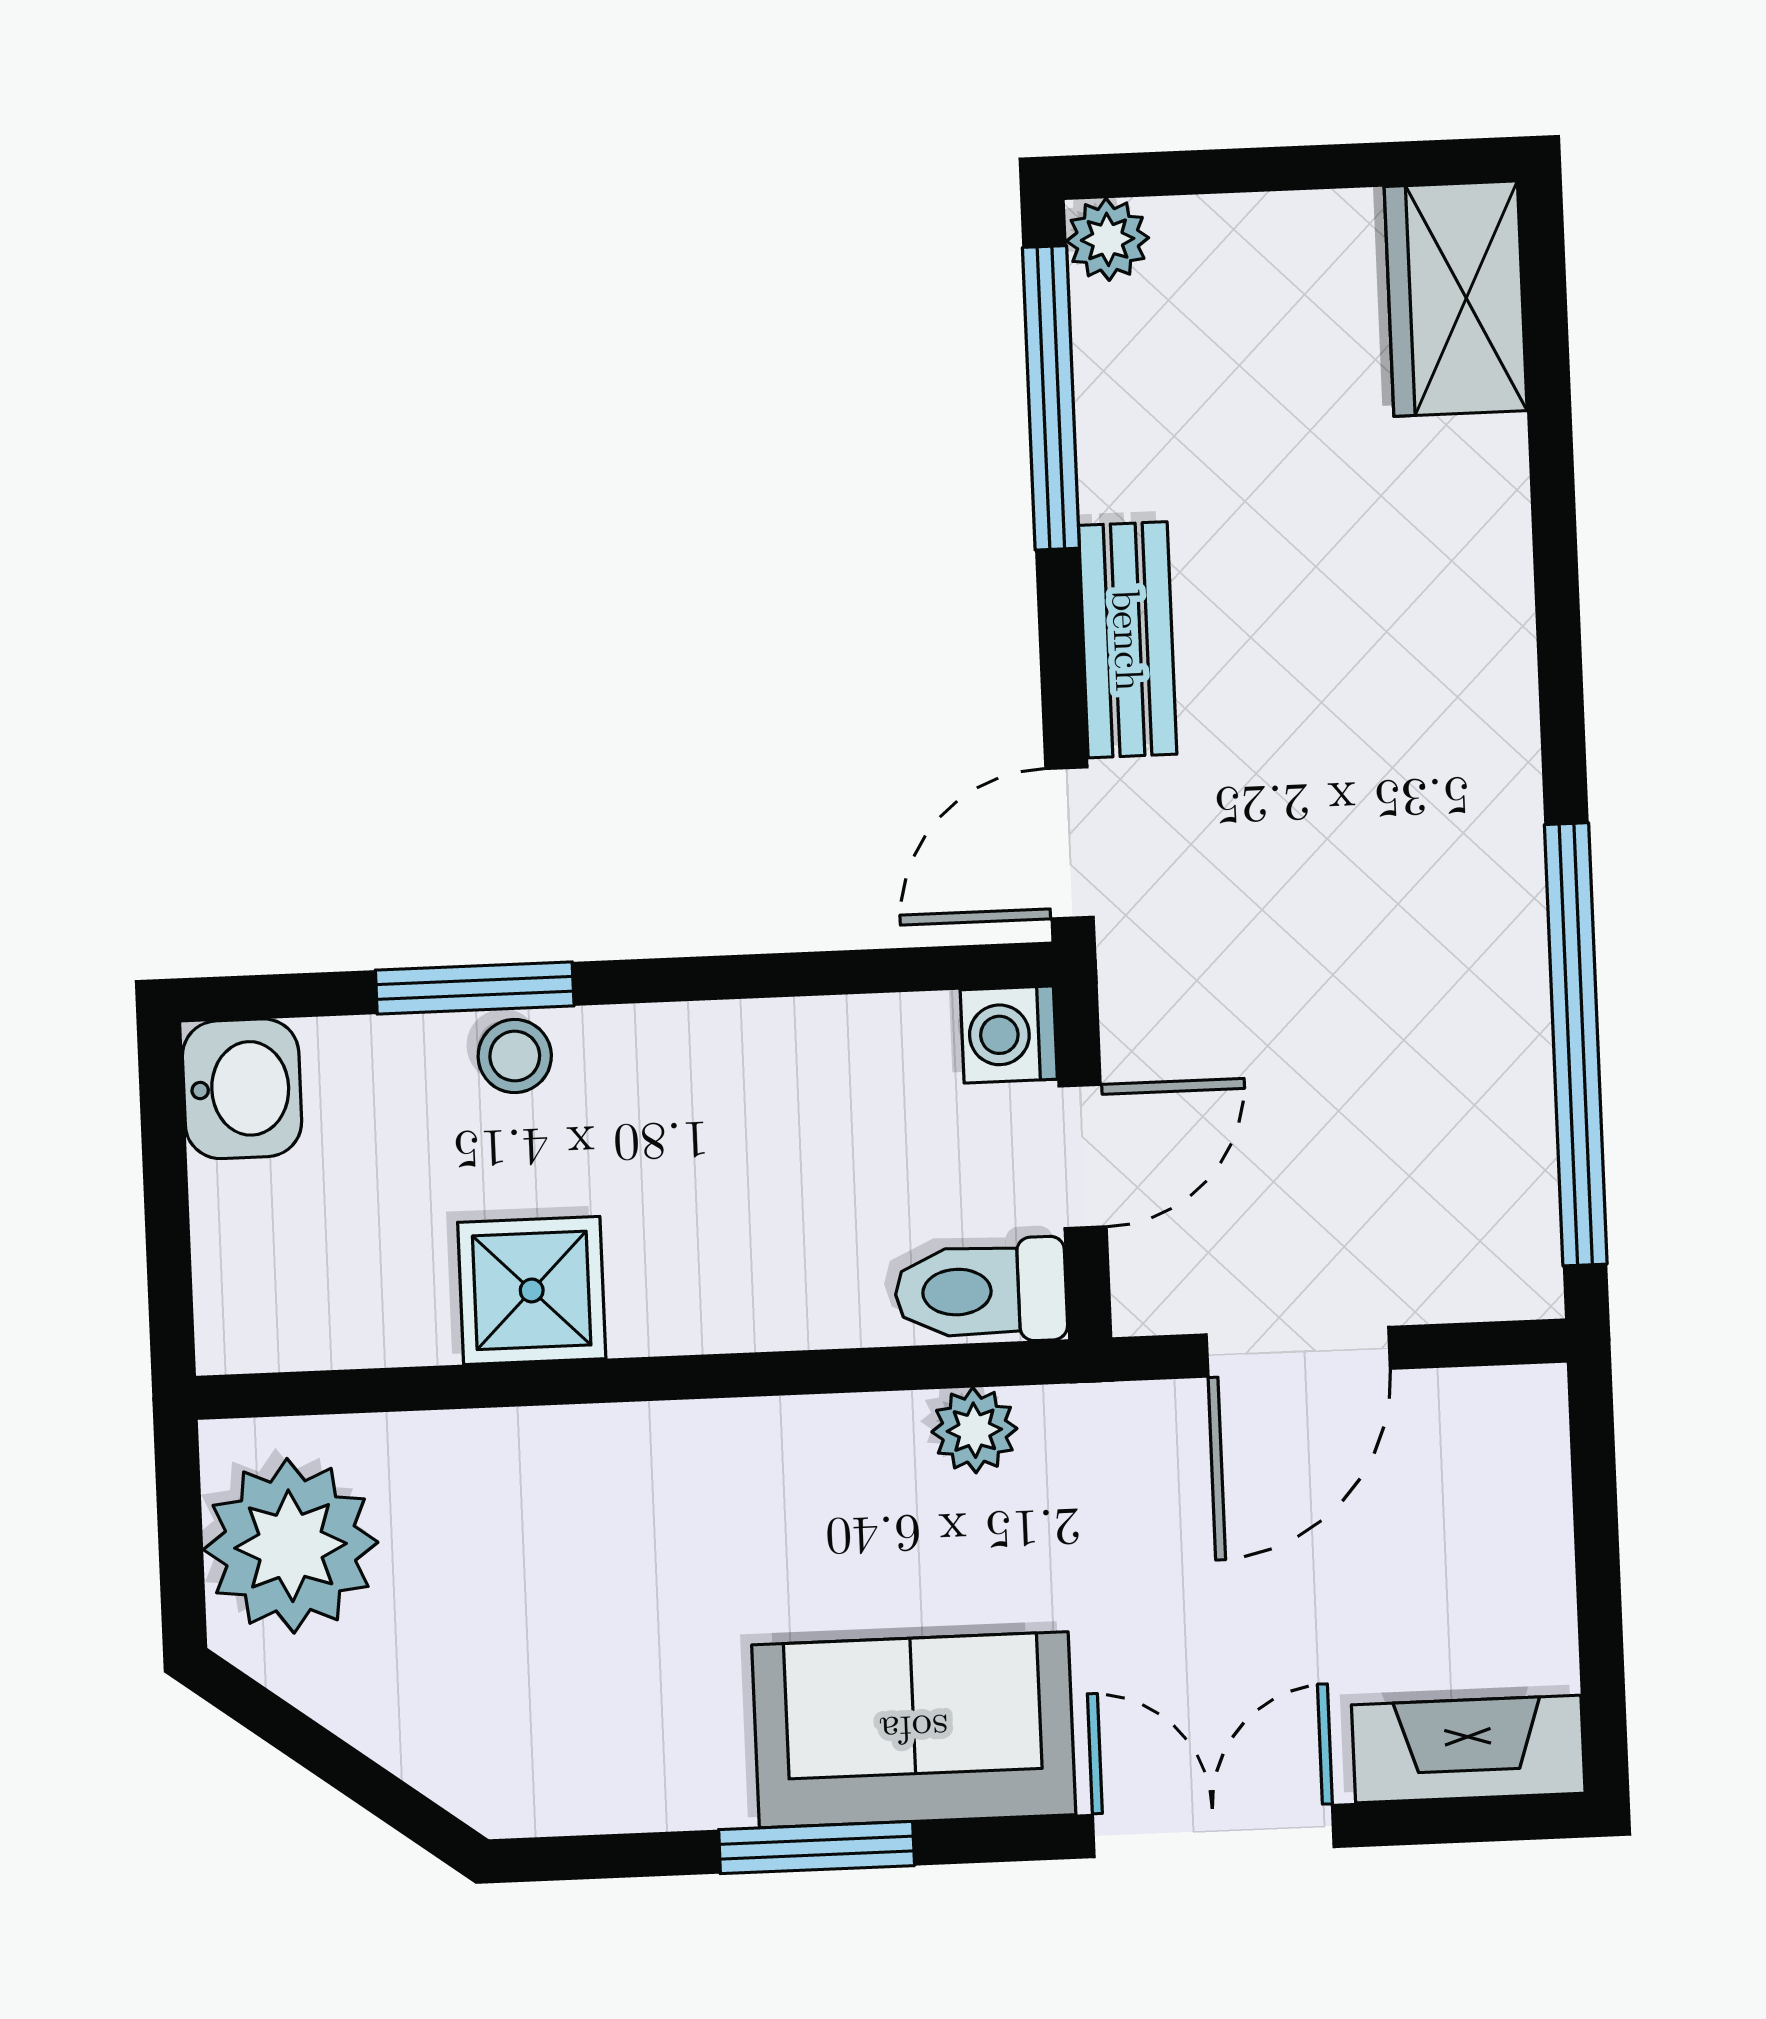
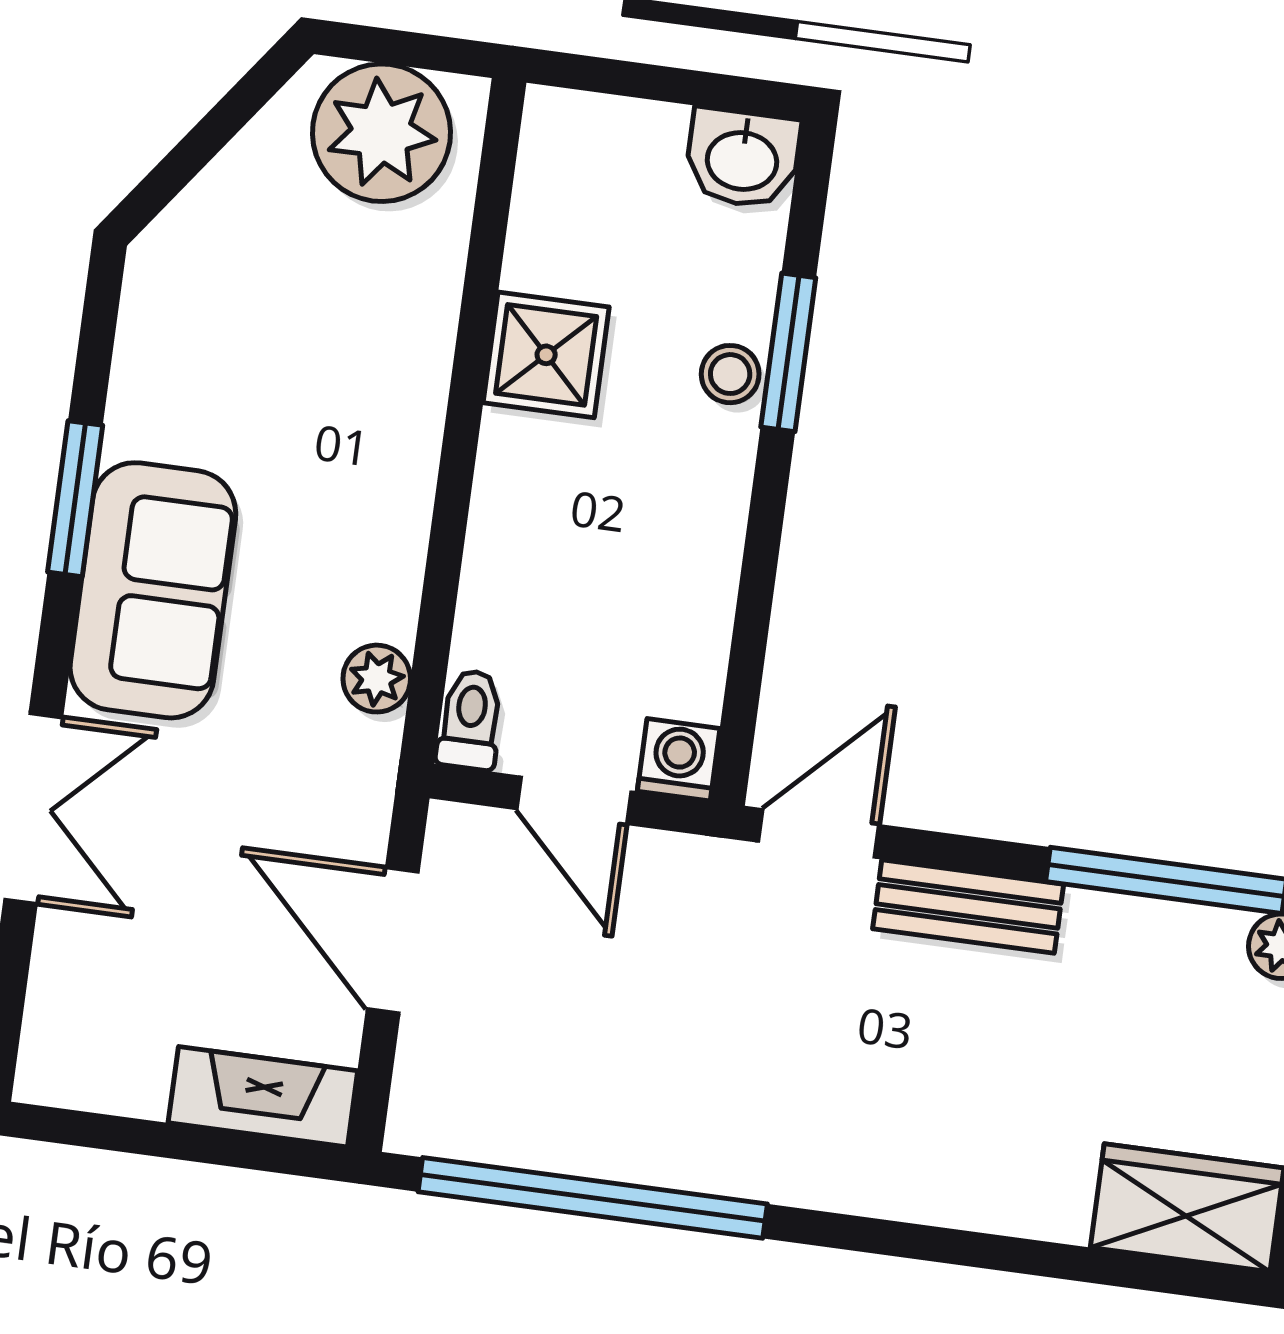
door: (1069, 843) -> (819, 833), hinge flipped
toilet: (981, 1291) -> (470, 720), width x0.73, depth x0.72
fireplace: (1468, 1749) -> (263, 1097), moved, turned -90

